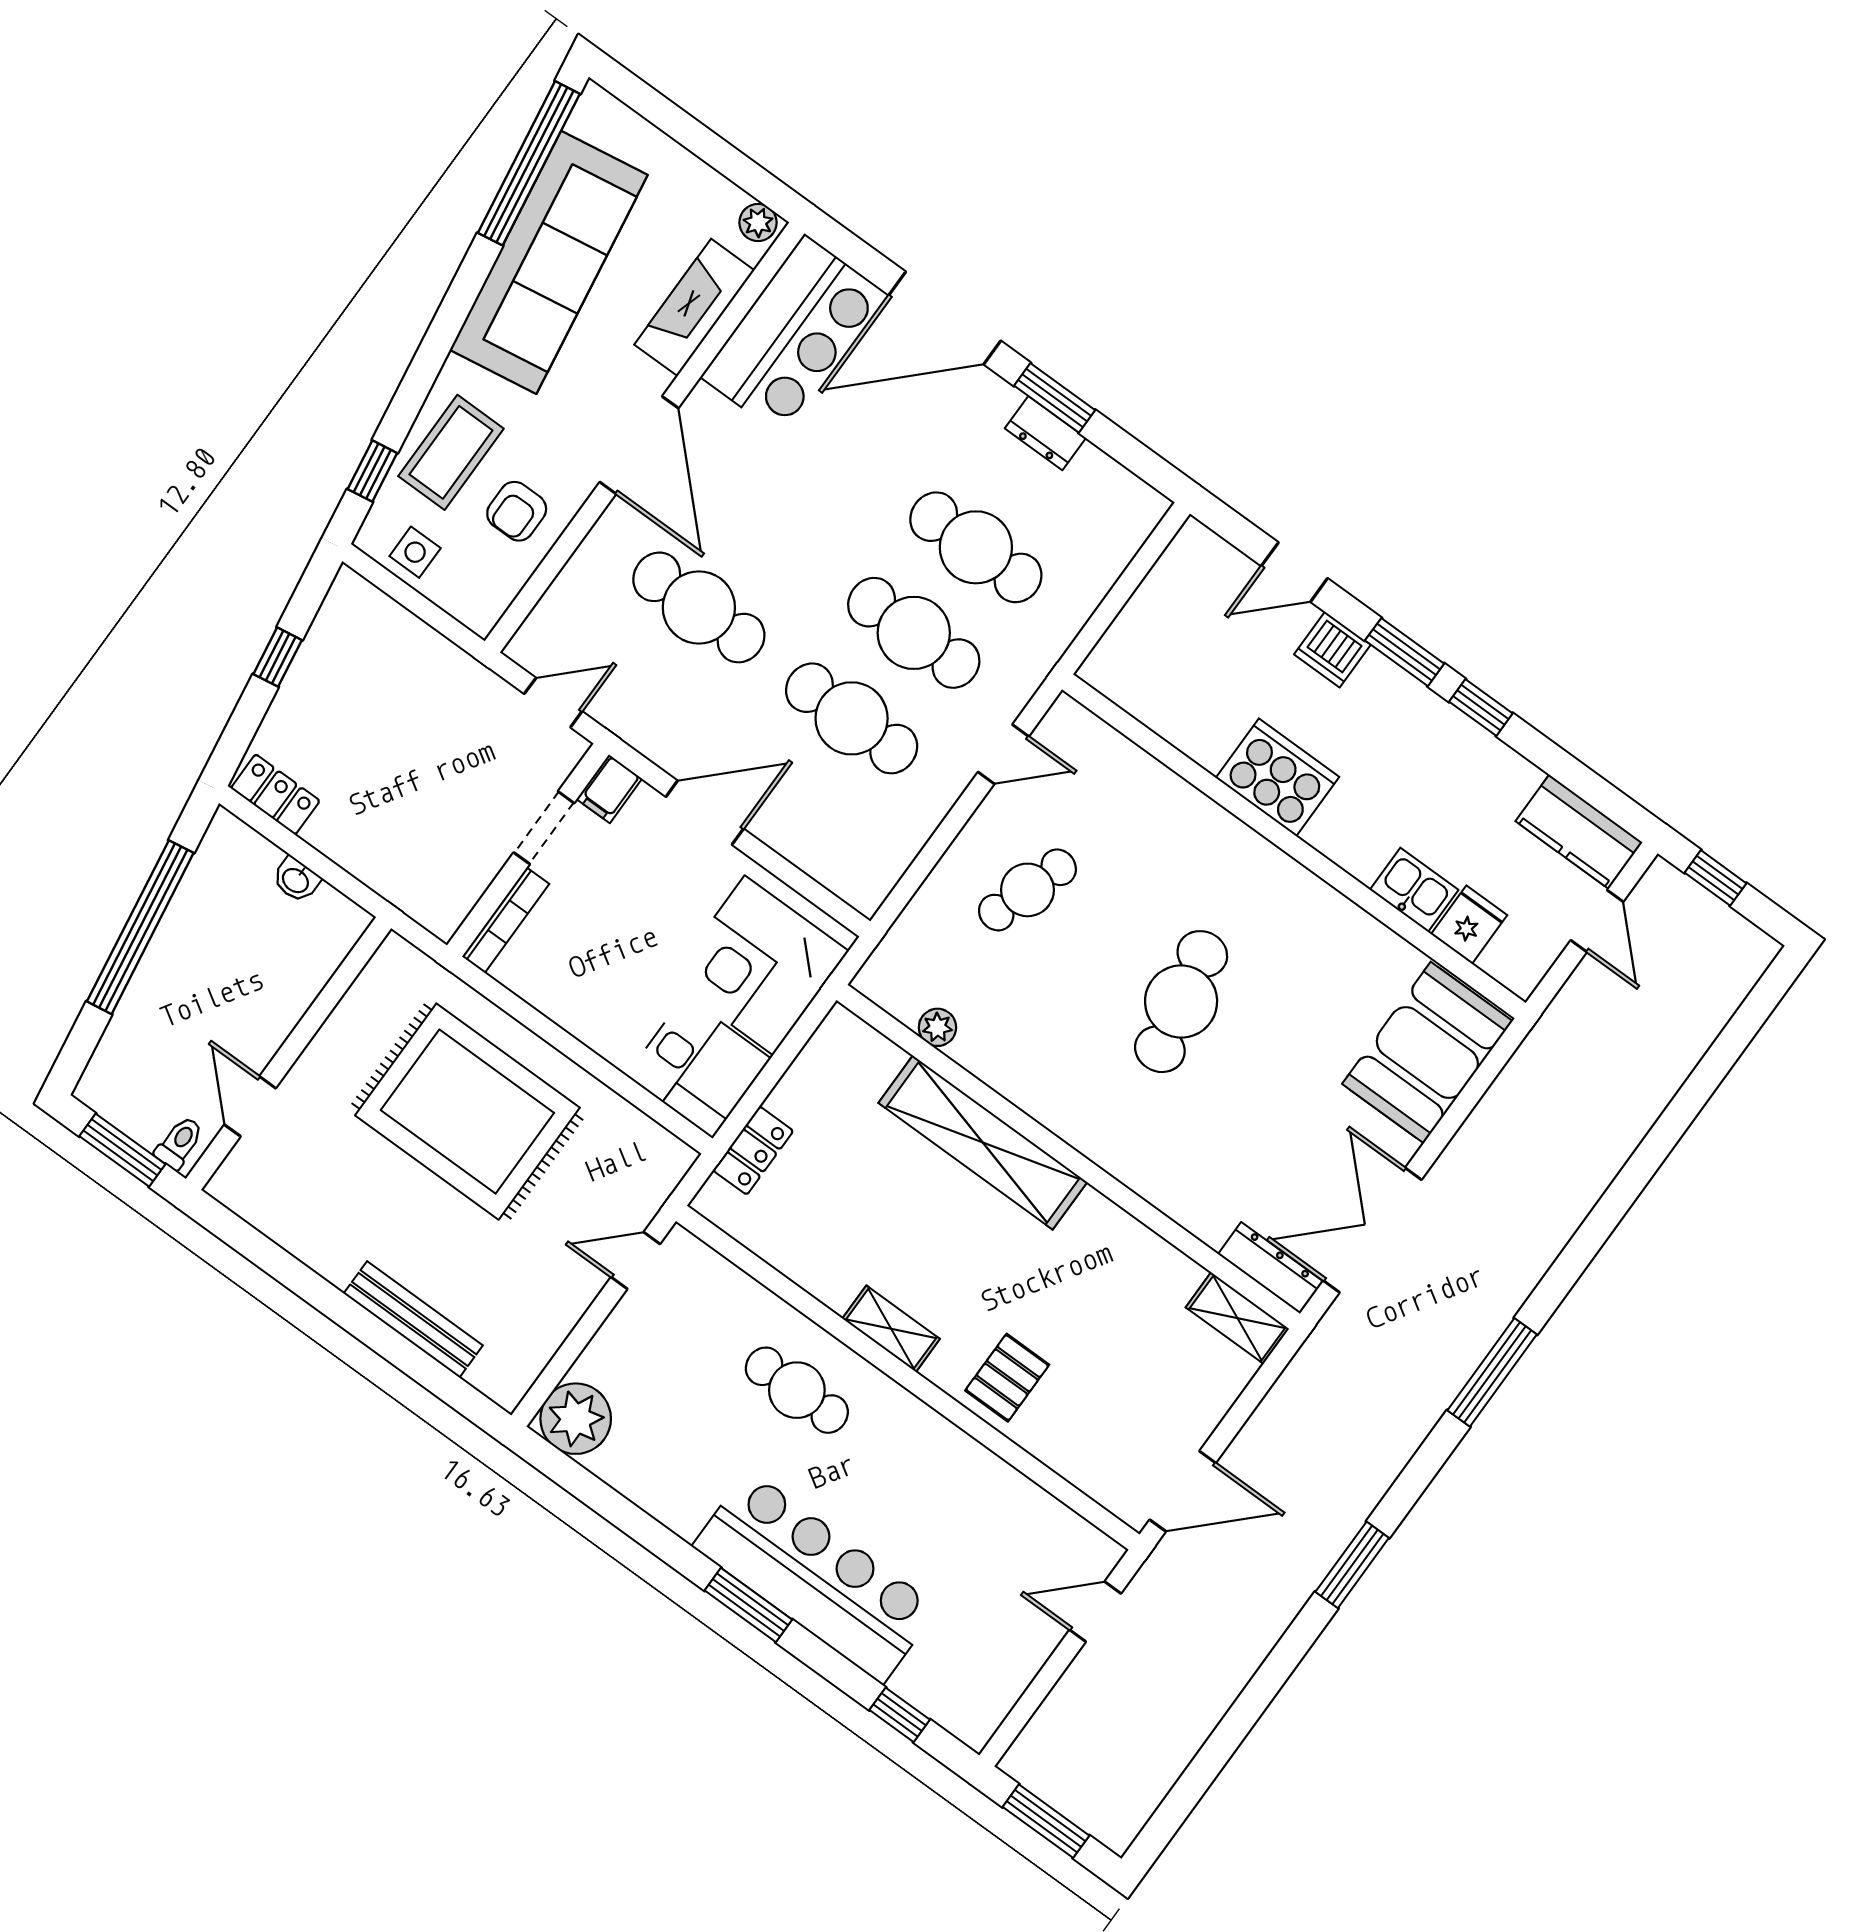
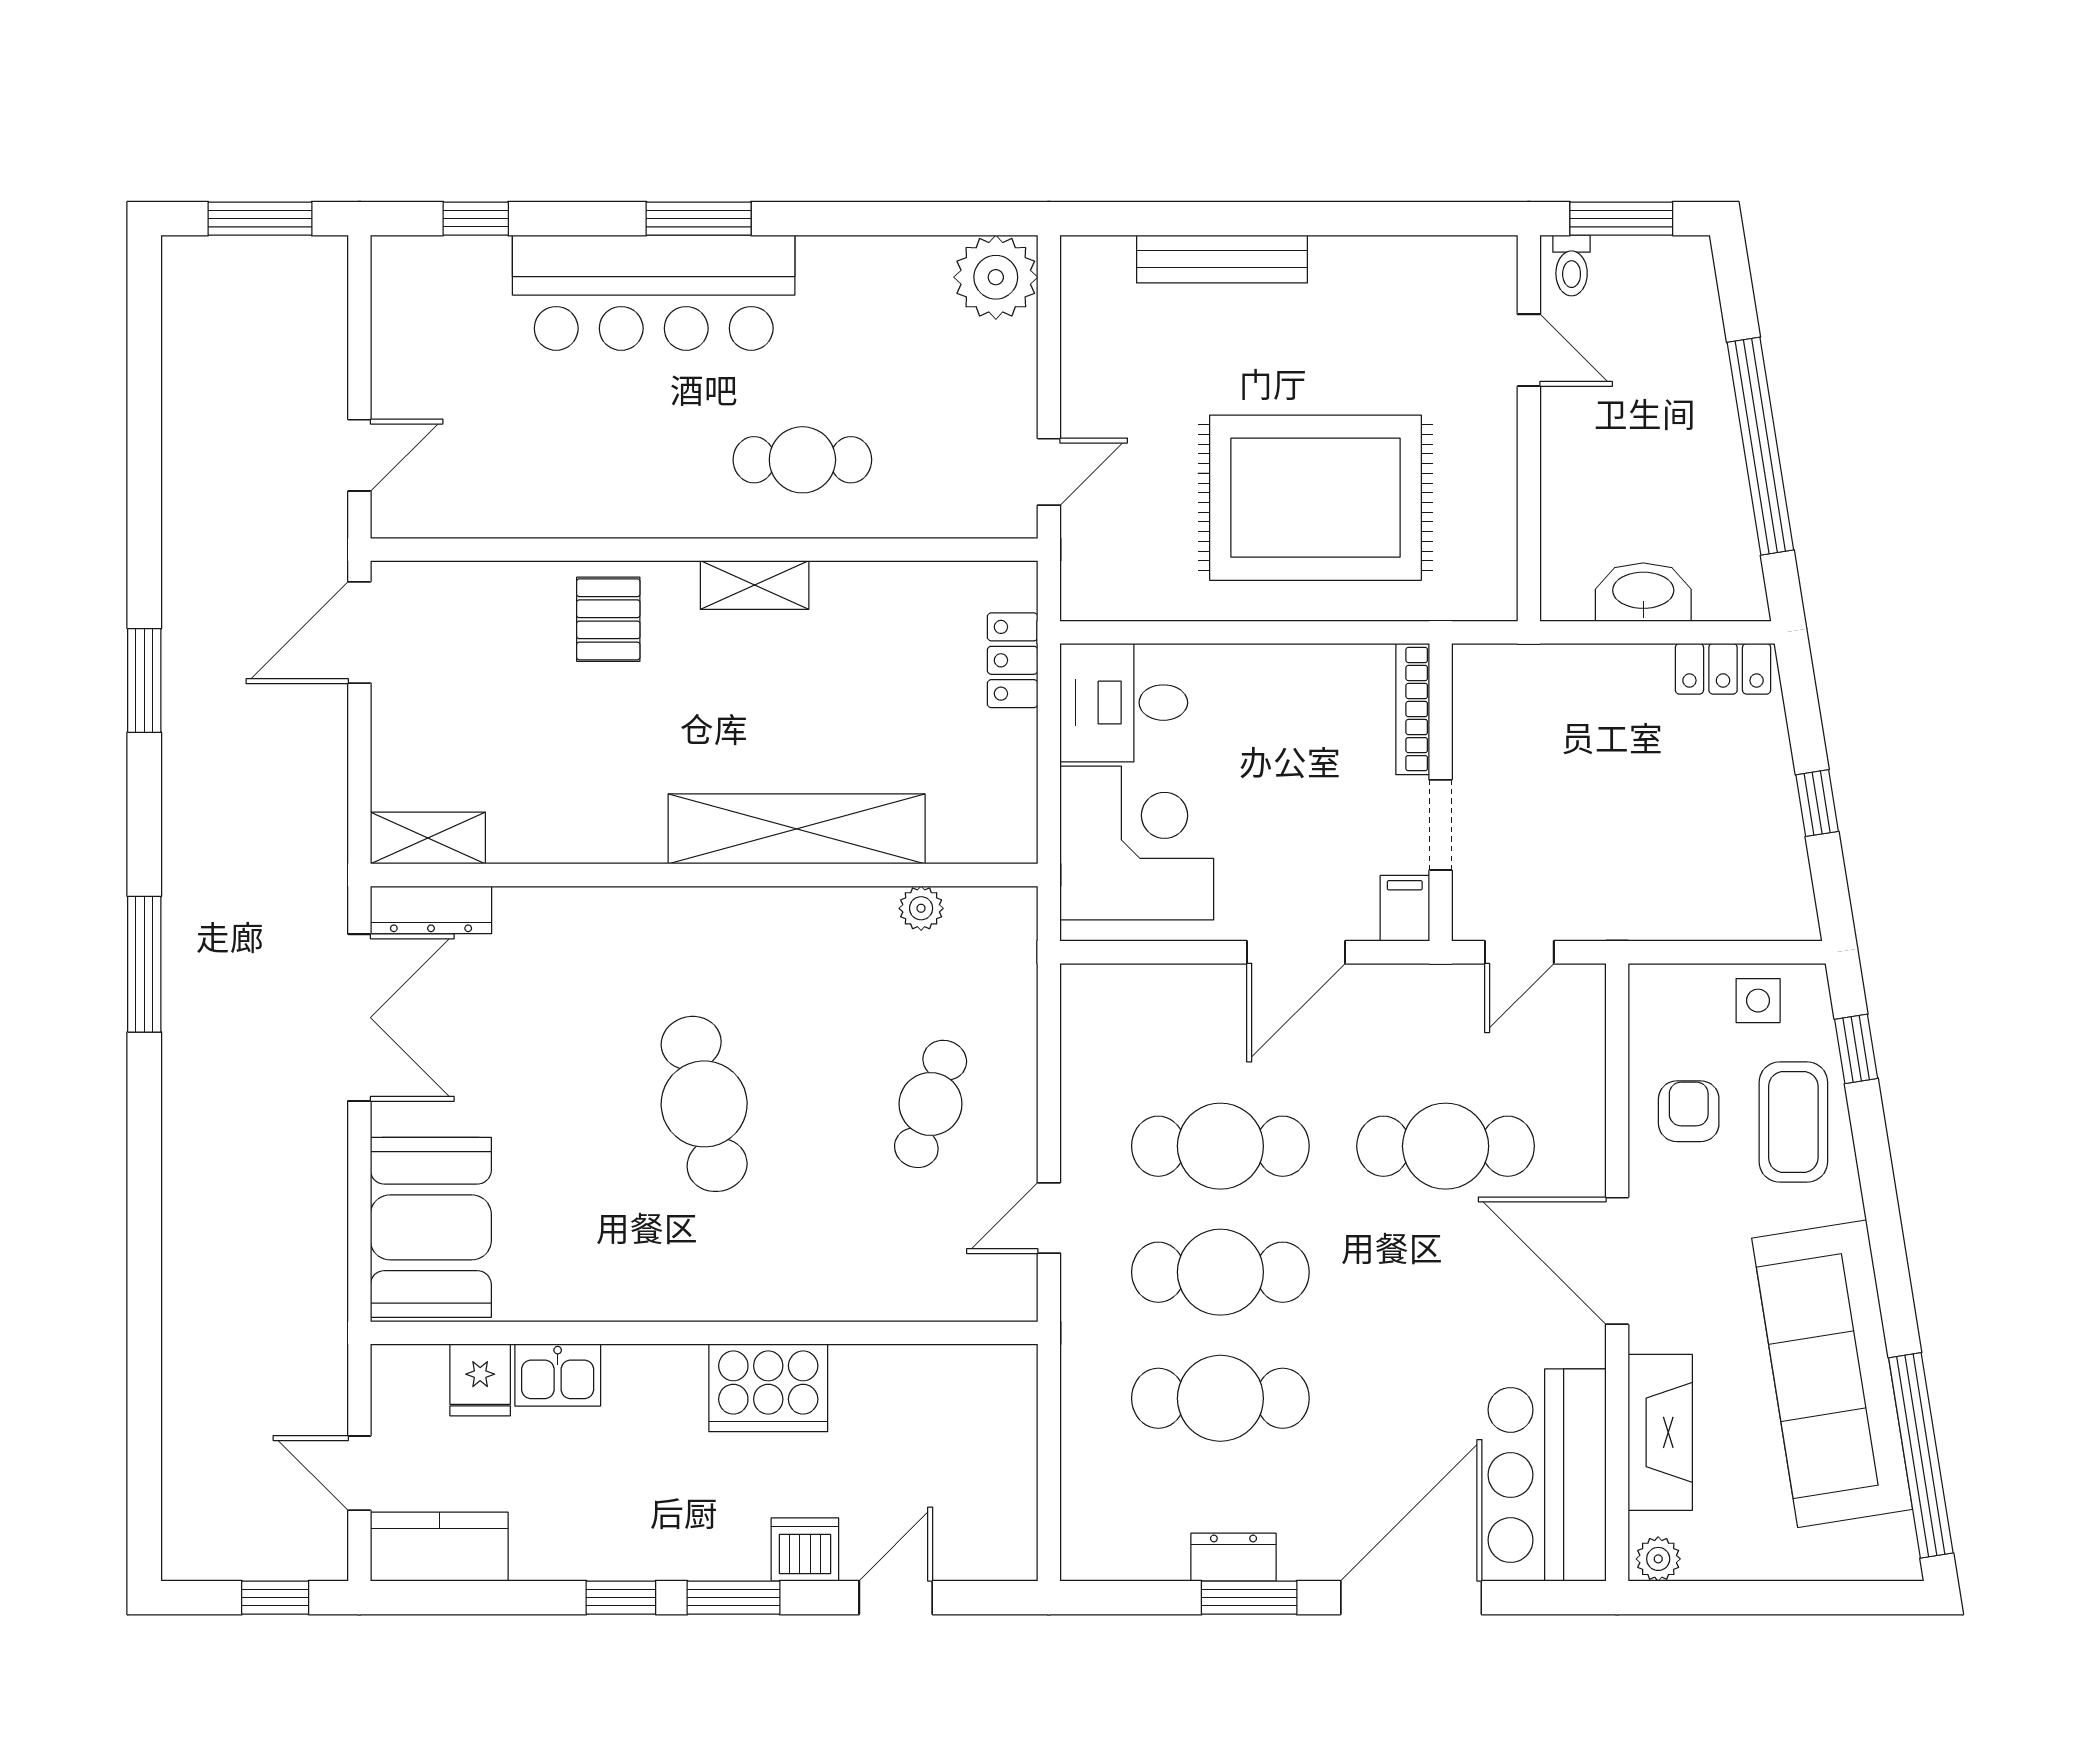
washbasin: (296, 880) -> (1643, 592), width x1.91, depth x1.45

